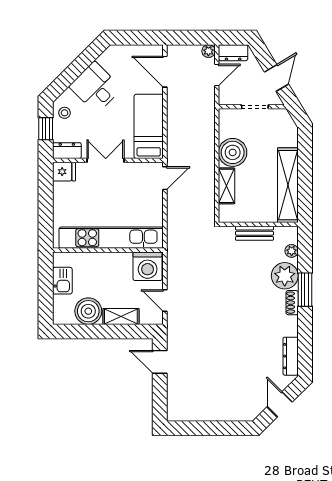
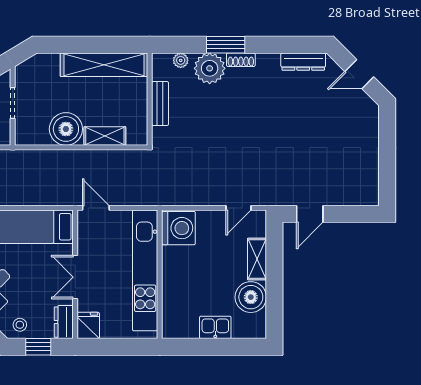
kitchen unit: (111, 238) -> (145, 270), moved
wall: (108, 250) -> (160, 274), moved
washing machine: (148, 266) -> (178, 228), moved

